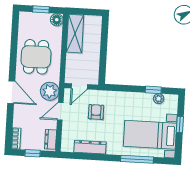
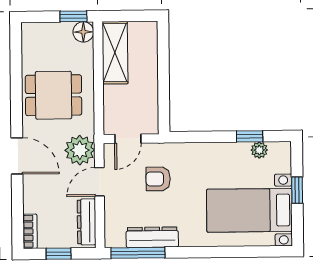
window: (41, 9) -> (73, 16), moved
dining table: (36, 57) -> (54, 95), turned 90
armchair: (96, 112) -> (158, 179), turned -90
dresser: (51, 139) -> (87, 222), width x1.44
window: (137, 159) -> (138, 253), moved

